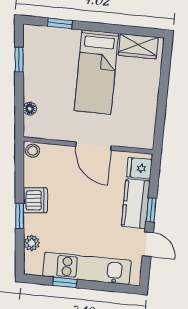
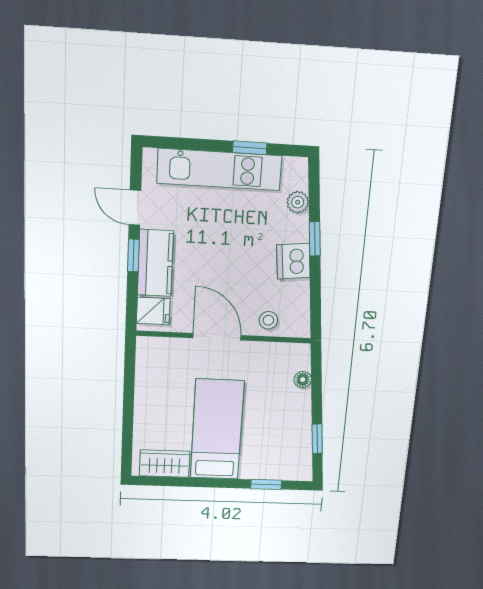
stool: (33, 151) -> (268, 320), moved

